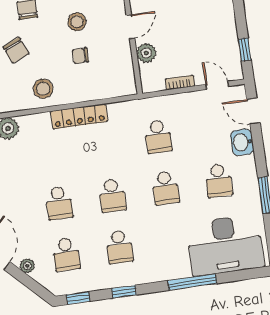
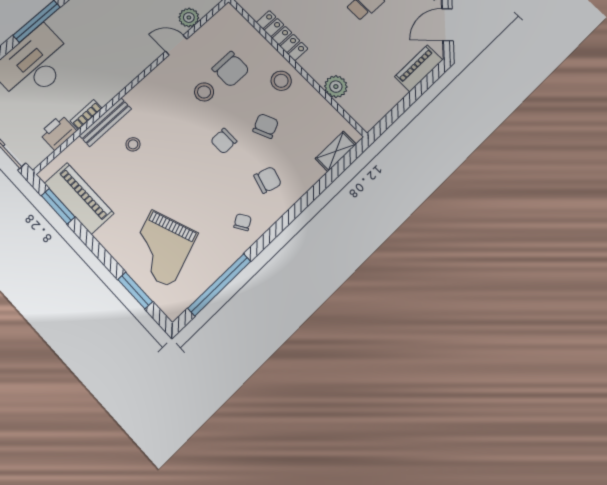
chair: (80, 56) -> (231, 69), width x1.87, depth x1.87

